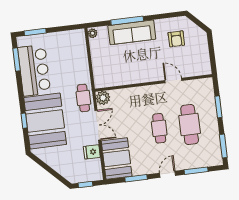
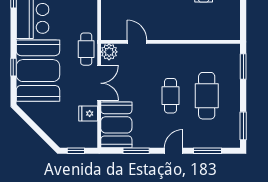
door: (173, 80) -> (137, 42), moved
window: (218, 107) -> (243, 66), moved

